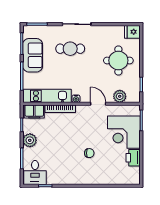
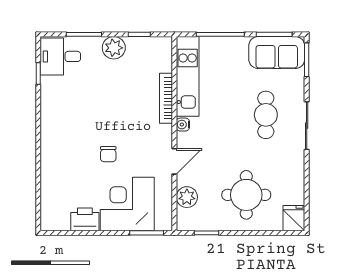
sofa: (33, 55) -> (277, 53), moved
filing cabinet: (34, 112) -> (161, 55), removed
chair: (89, 153) -> (108, 154), moved

